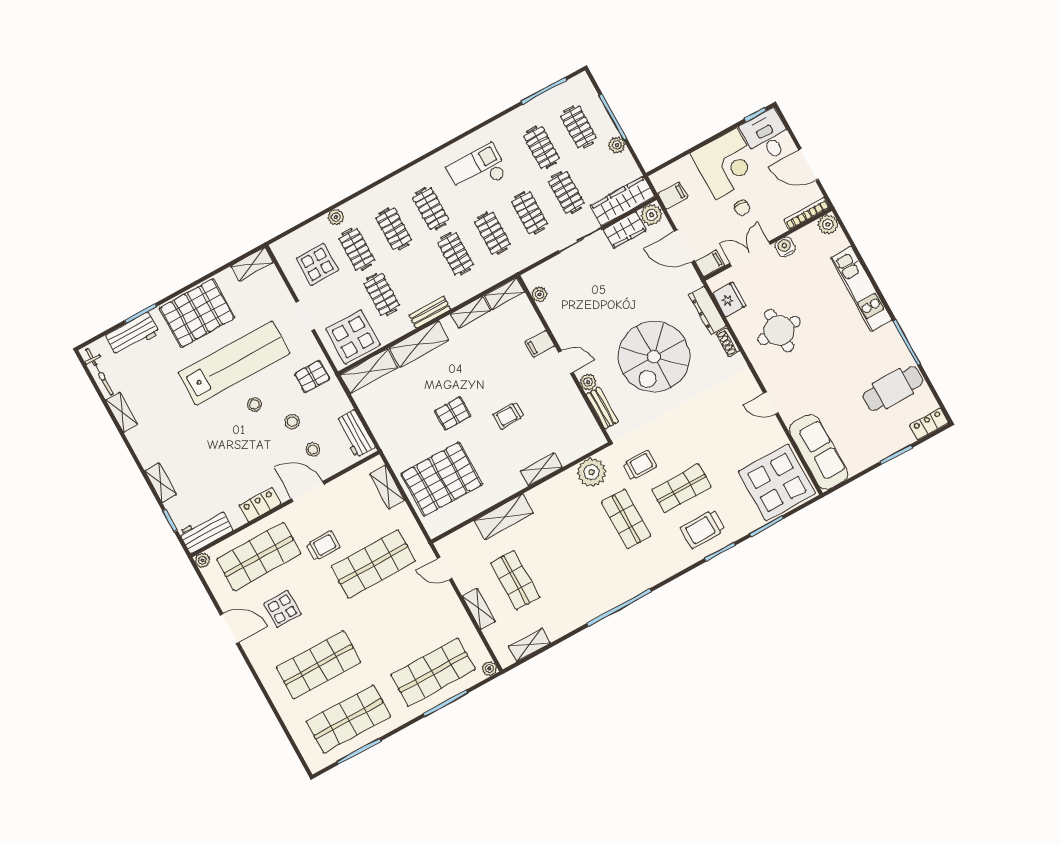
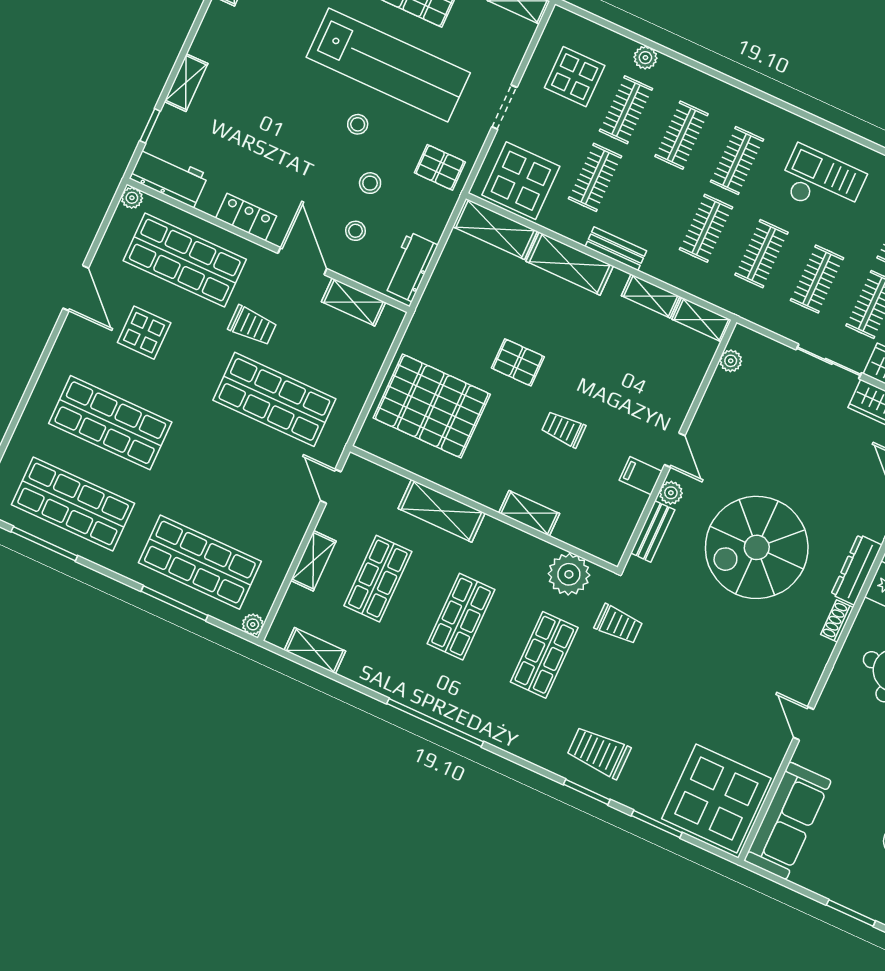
filing cabinet: (540, 344) -> (641, 476), moved
shelving: (387, 487) -> (354, 302), moved, turned 90
shop shelf: (682, 488) -> (461, 617), moved, turned 90

